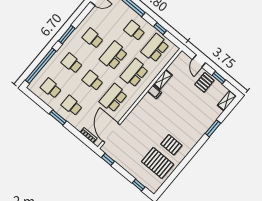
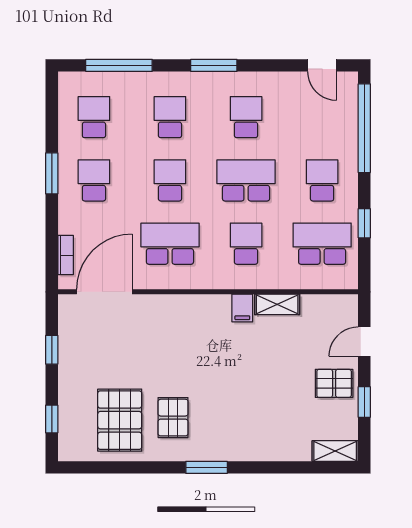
window: (41, 66) -> (119, 65), width x0.68
school desk: (134, 73) -> (246, 244), width x0.54
window: (213, 128) -> (207, 467), moved
window: (108, 159) -> (52, 350), moved

